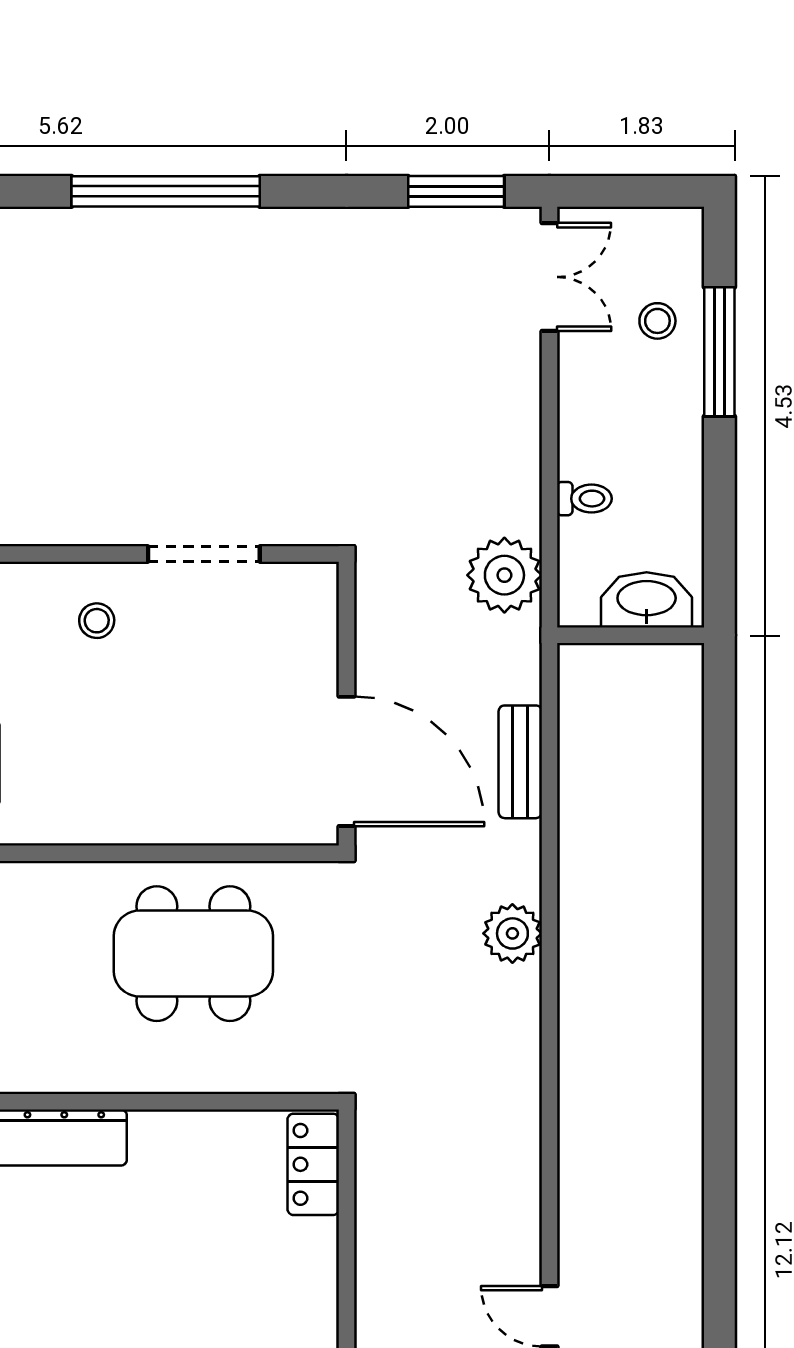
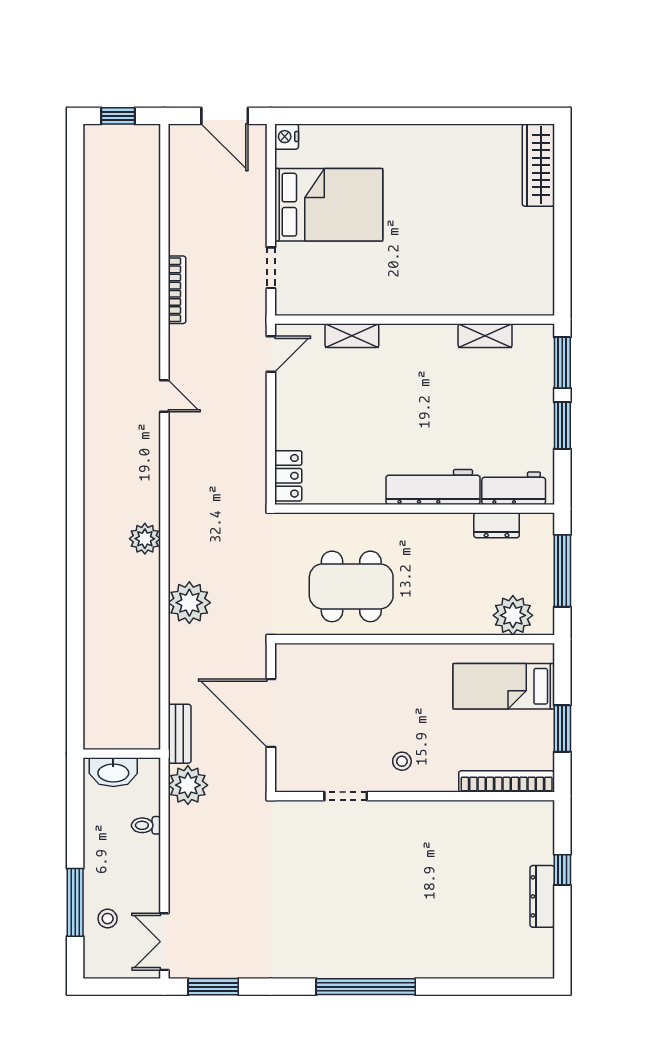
doorway: (204, 554) -> (346, 796), width x0.73
door: (347, 761) -> (271, 713), moved
bench: (520, 762) -> (180, 734), moved
plant: (512, 933) -> (189, 603), width x1.36, depth x1.36
plant: (587, 1044) -> (145, 539), added

